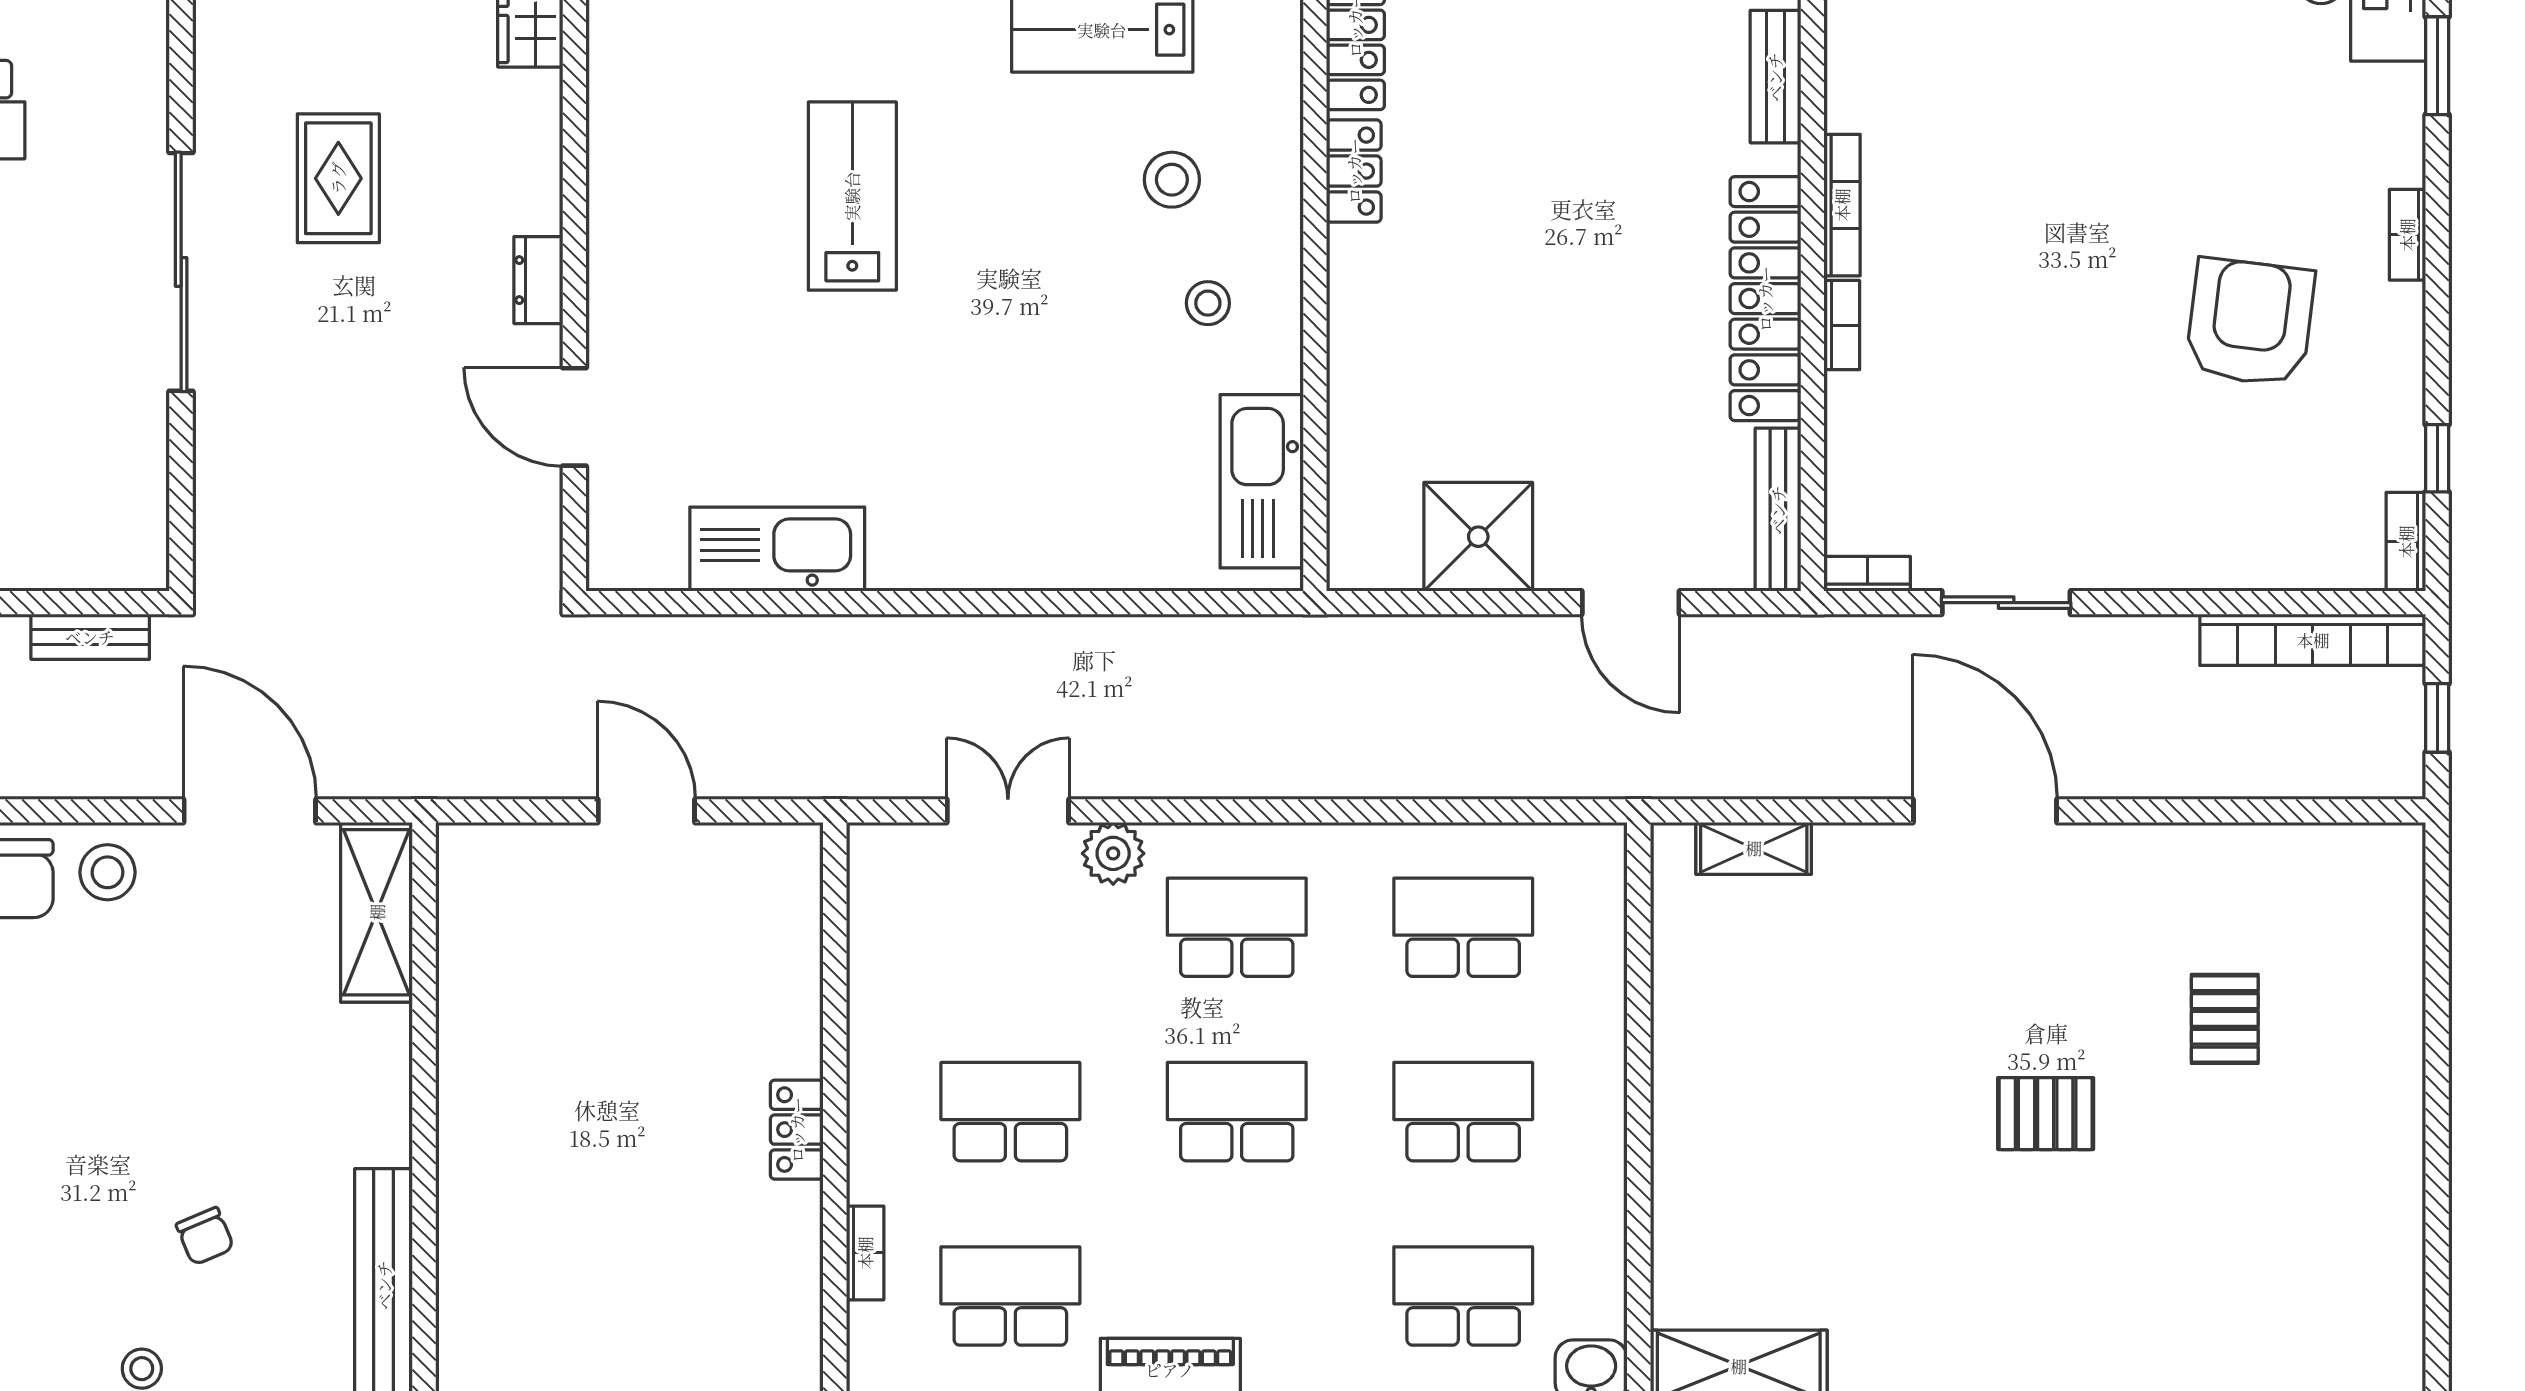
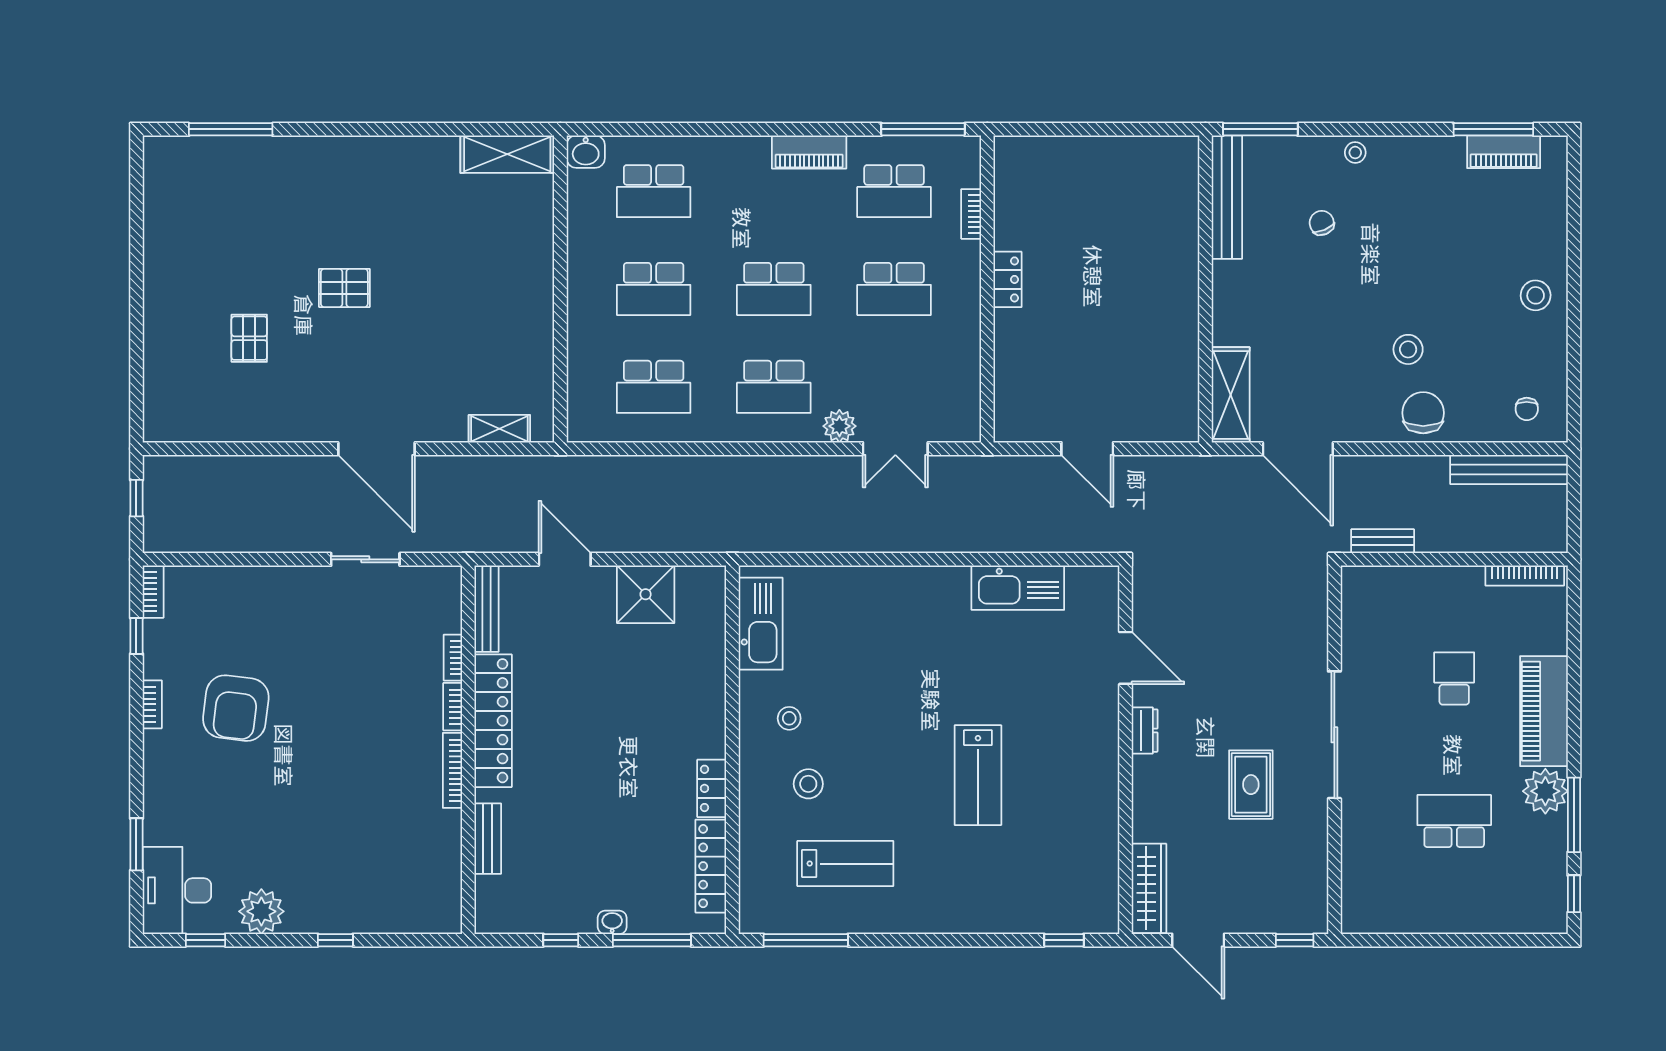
bookcase: (2407, 235) -> (152, 704), moved
bookcase: (1867, 574) -> (453, 658), moved, turned 90
bookcase: (2313, 640) -> (203, 540), removed
stool: (108, 872) -> (1408, 349), moved

